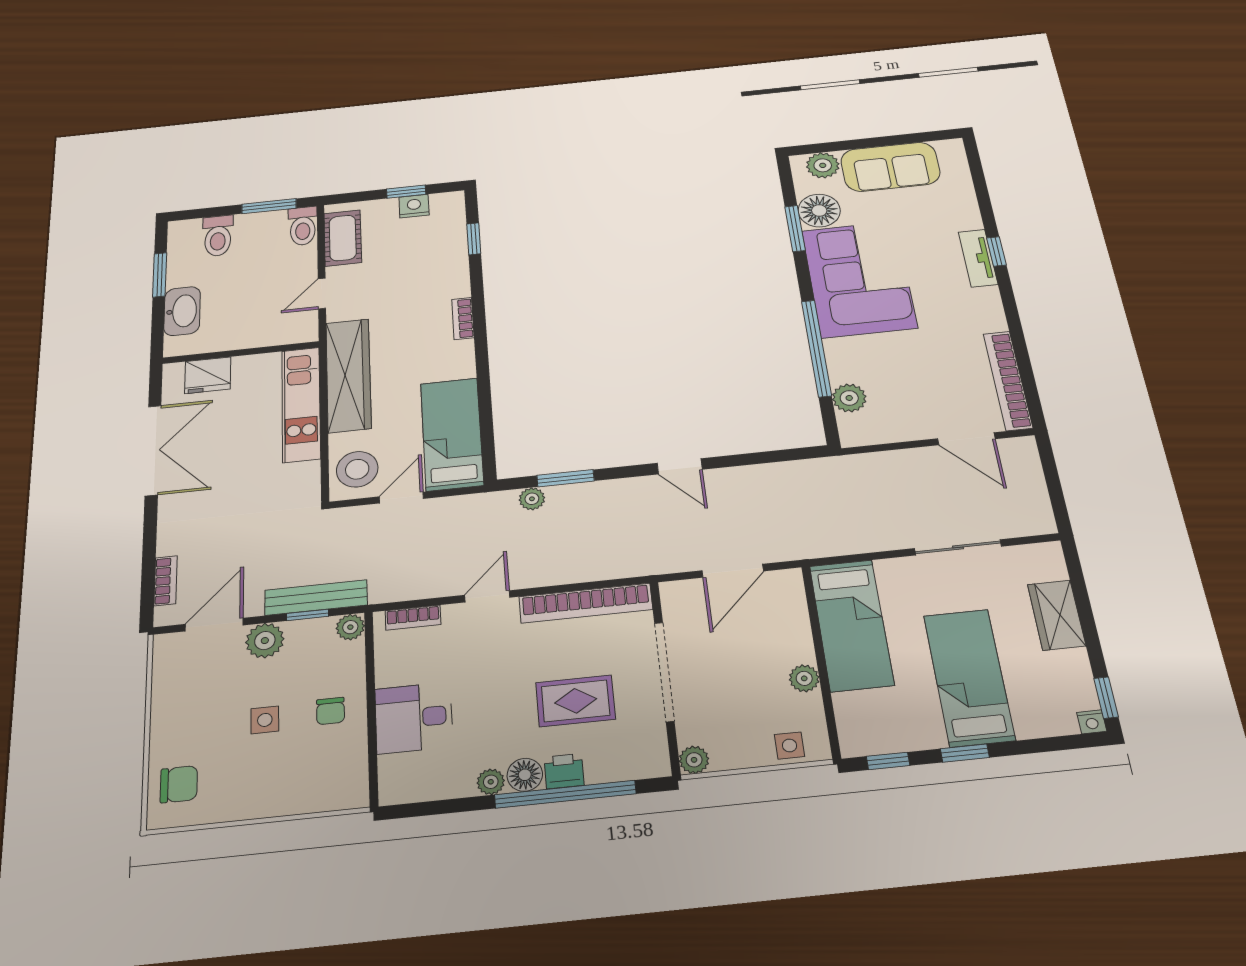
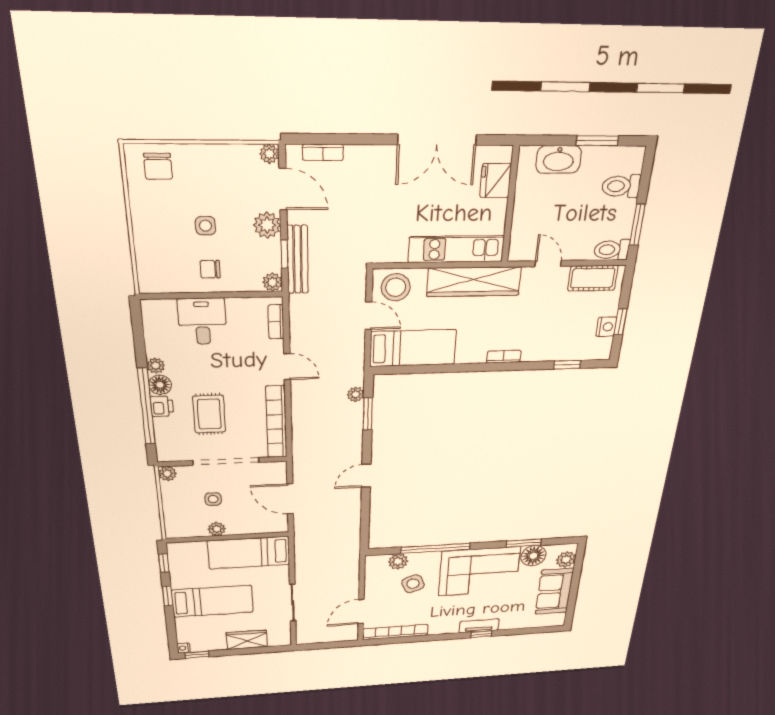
side table: (895, 369) -> (413, 584), added
plant: (166, 645) -> (269, 154), added
side table: (789, 745) -> (213, 499), moved

